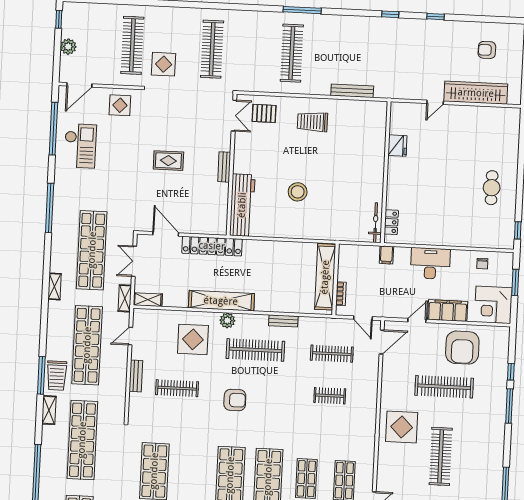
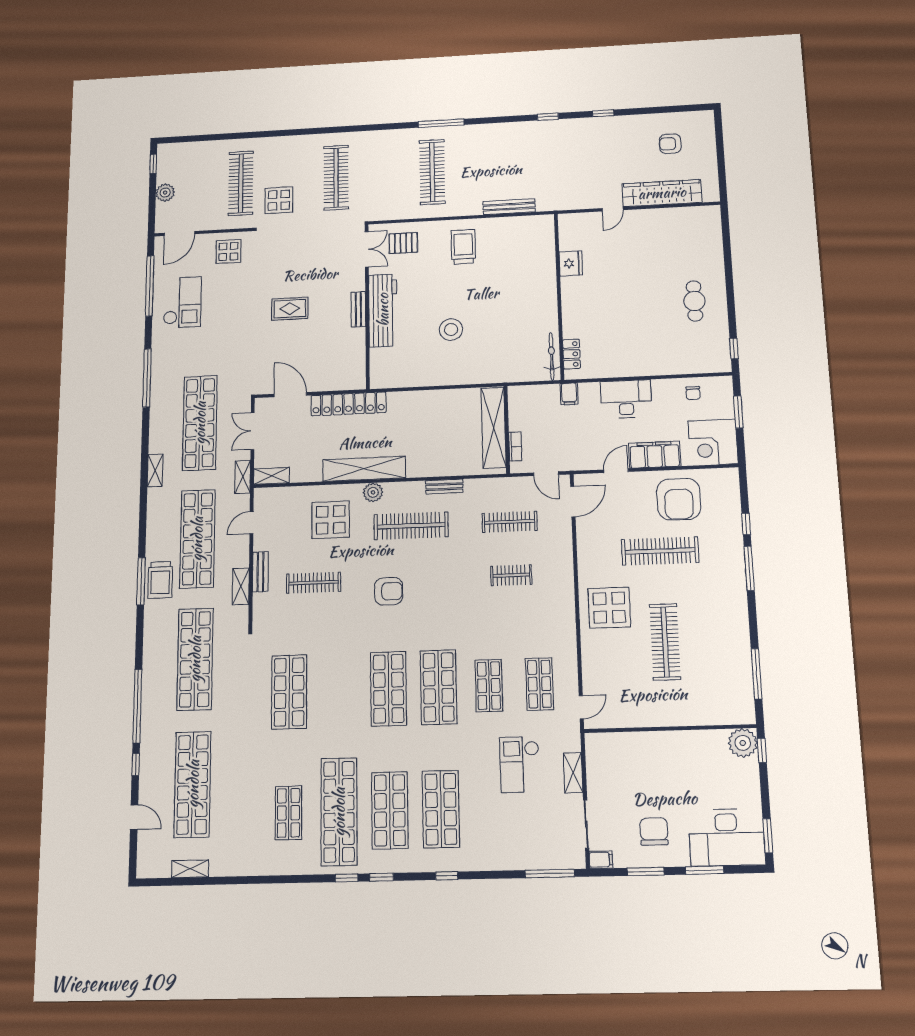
trolley: (312, 122) -> (463, 247), turned 90
workbench: (242, 205) -> (383, 310), moved
shelving: (49, 410) -> (241, 586), moved

